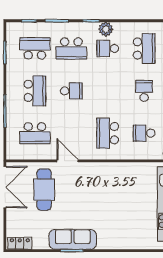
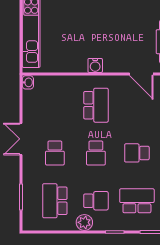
plant: (106, 29) -> (84, 222), moved
school desk: (144, 133) -> (96, 153), moved, turned 90
water cooler: (108, 168) -> (95, 65), added

